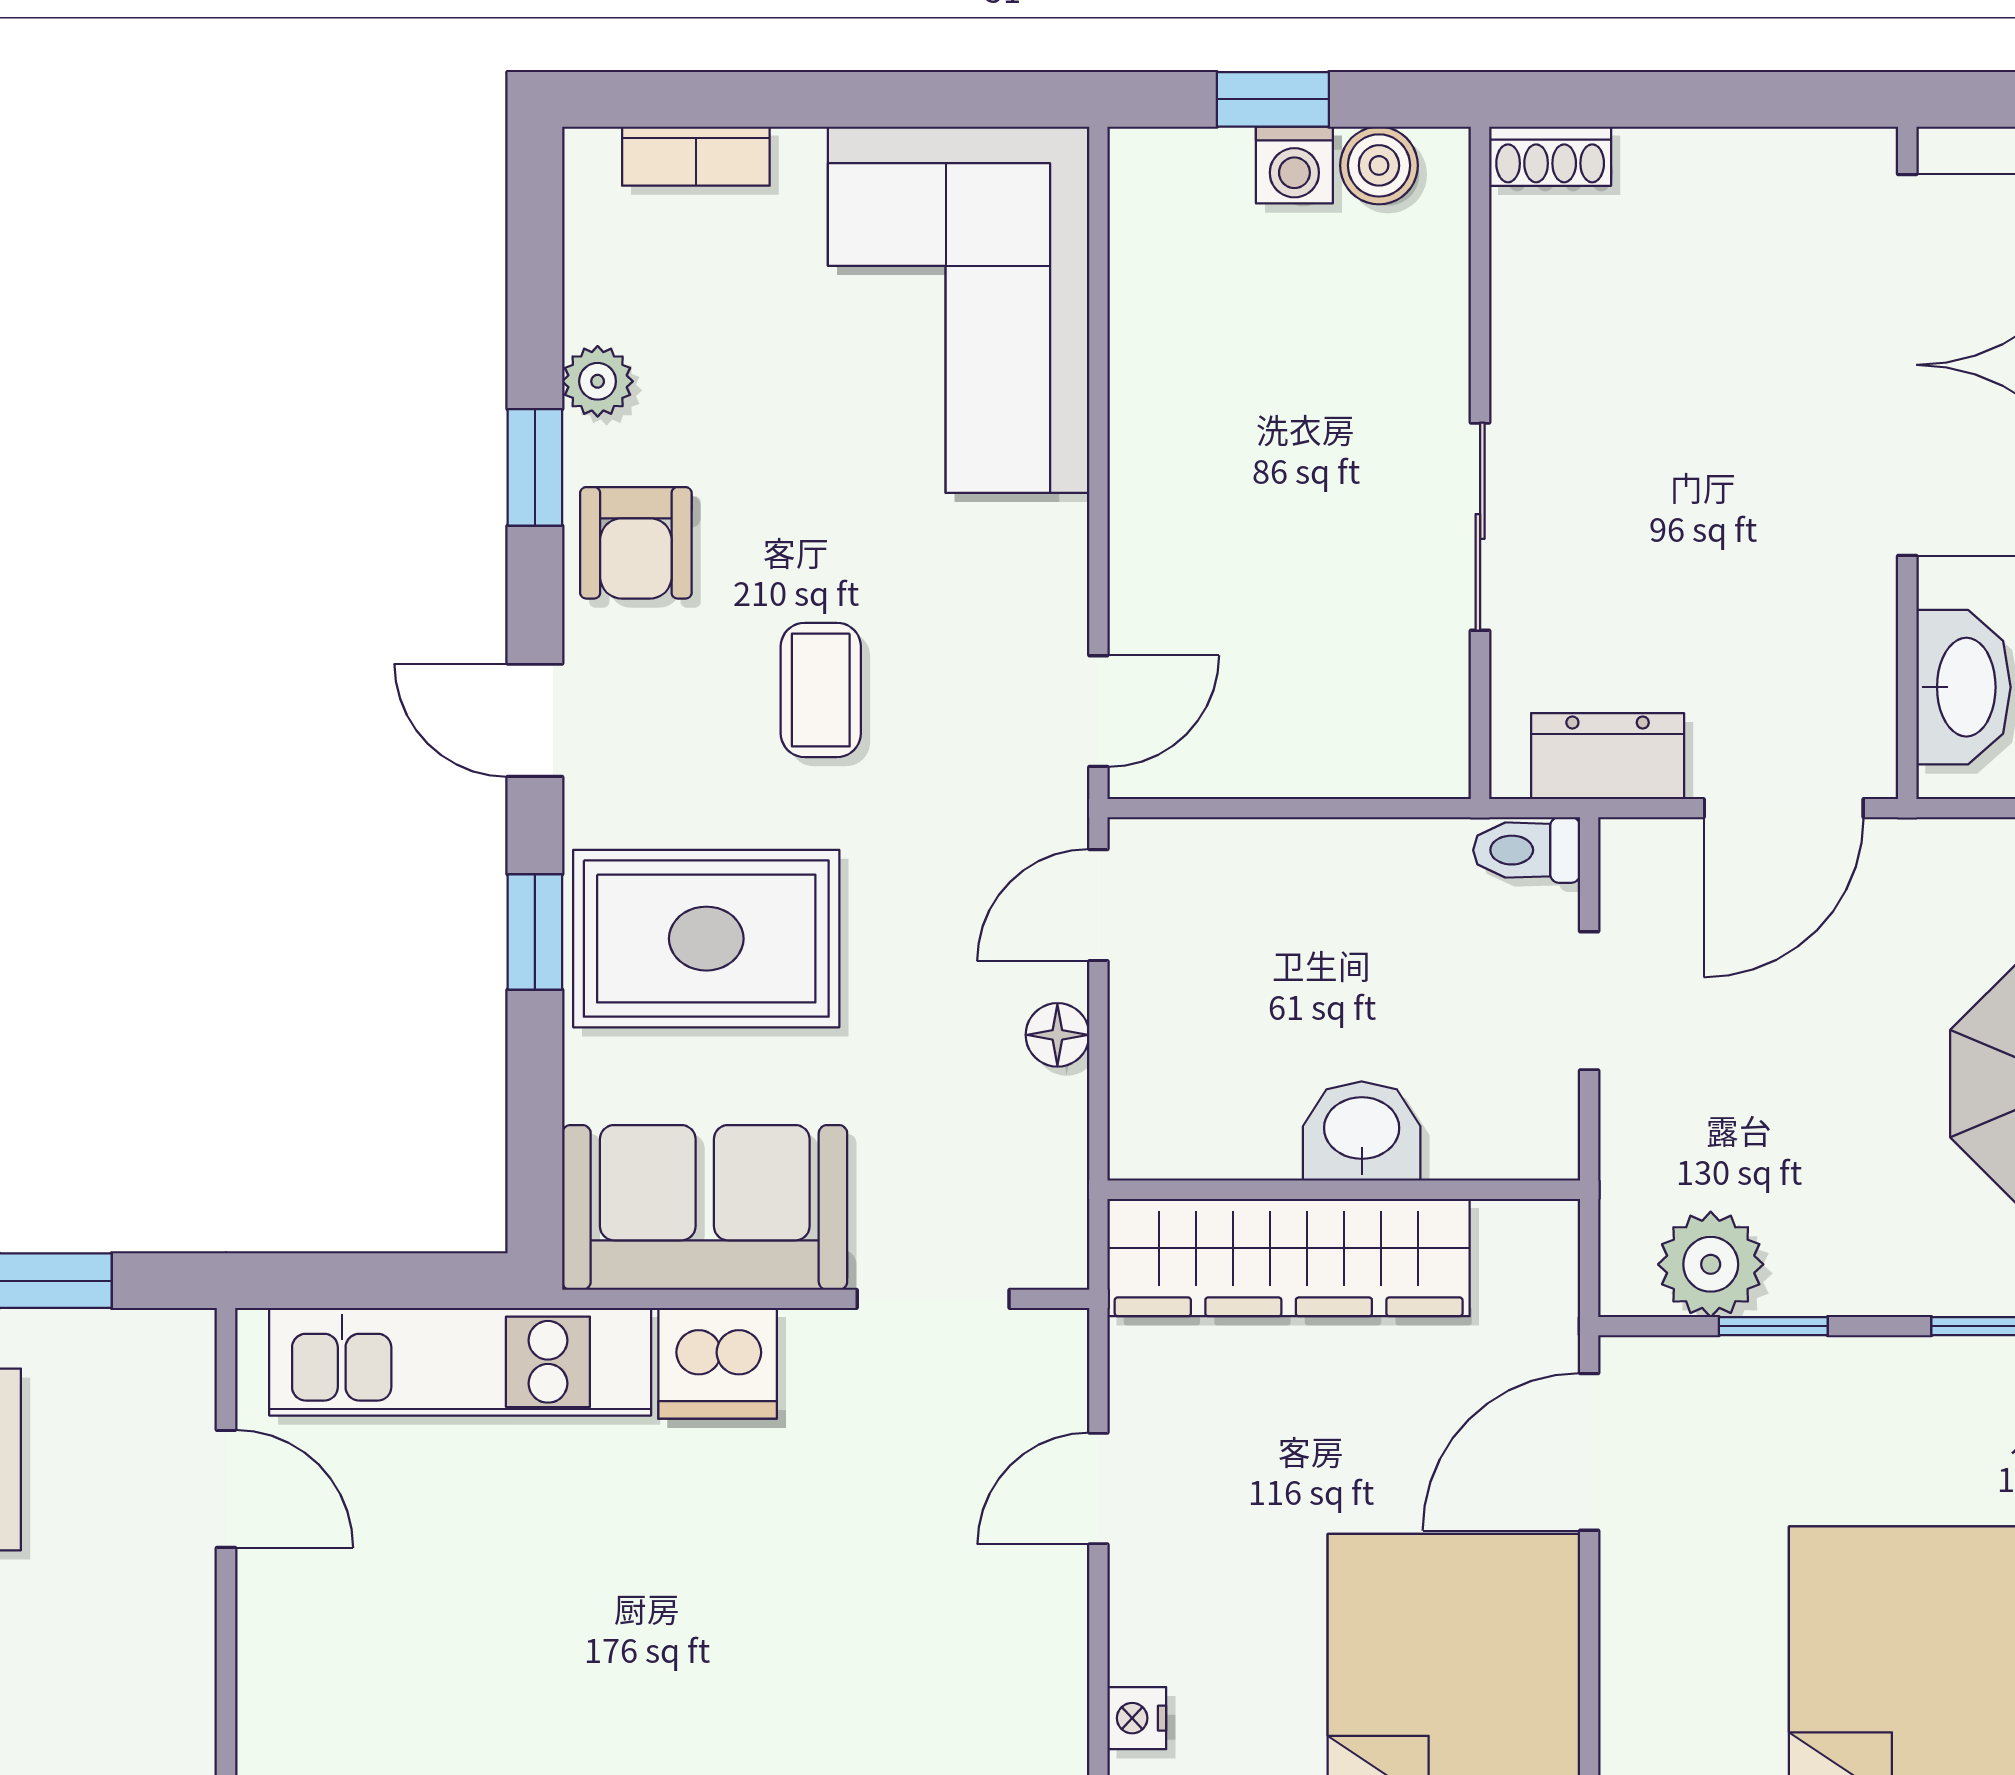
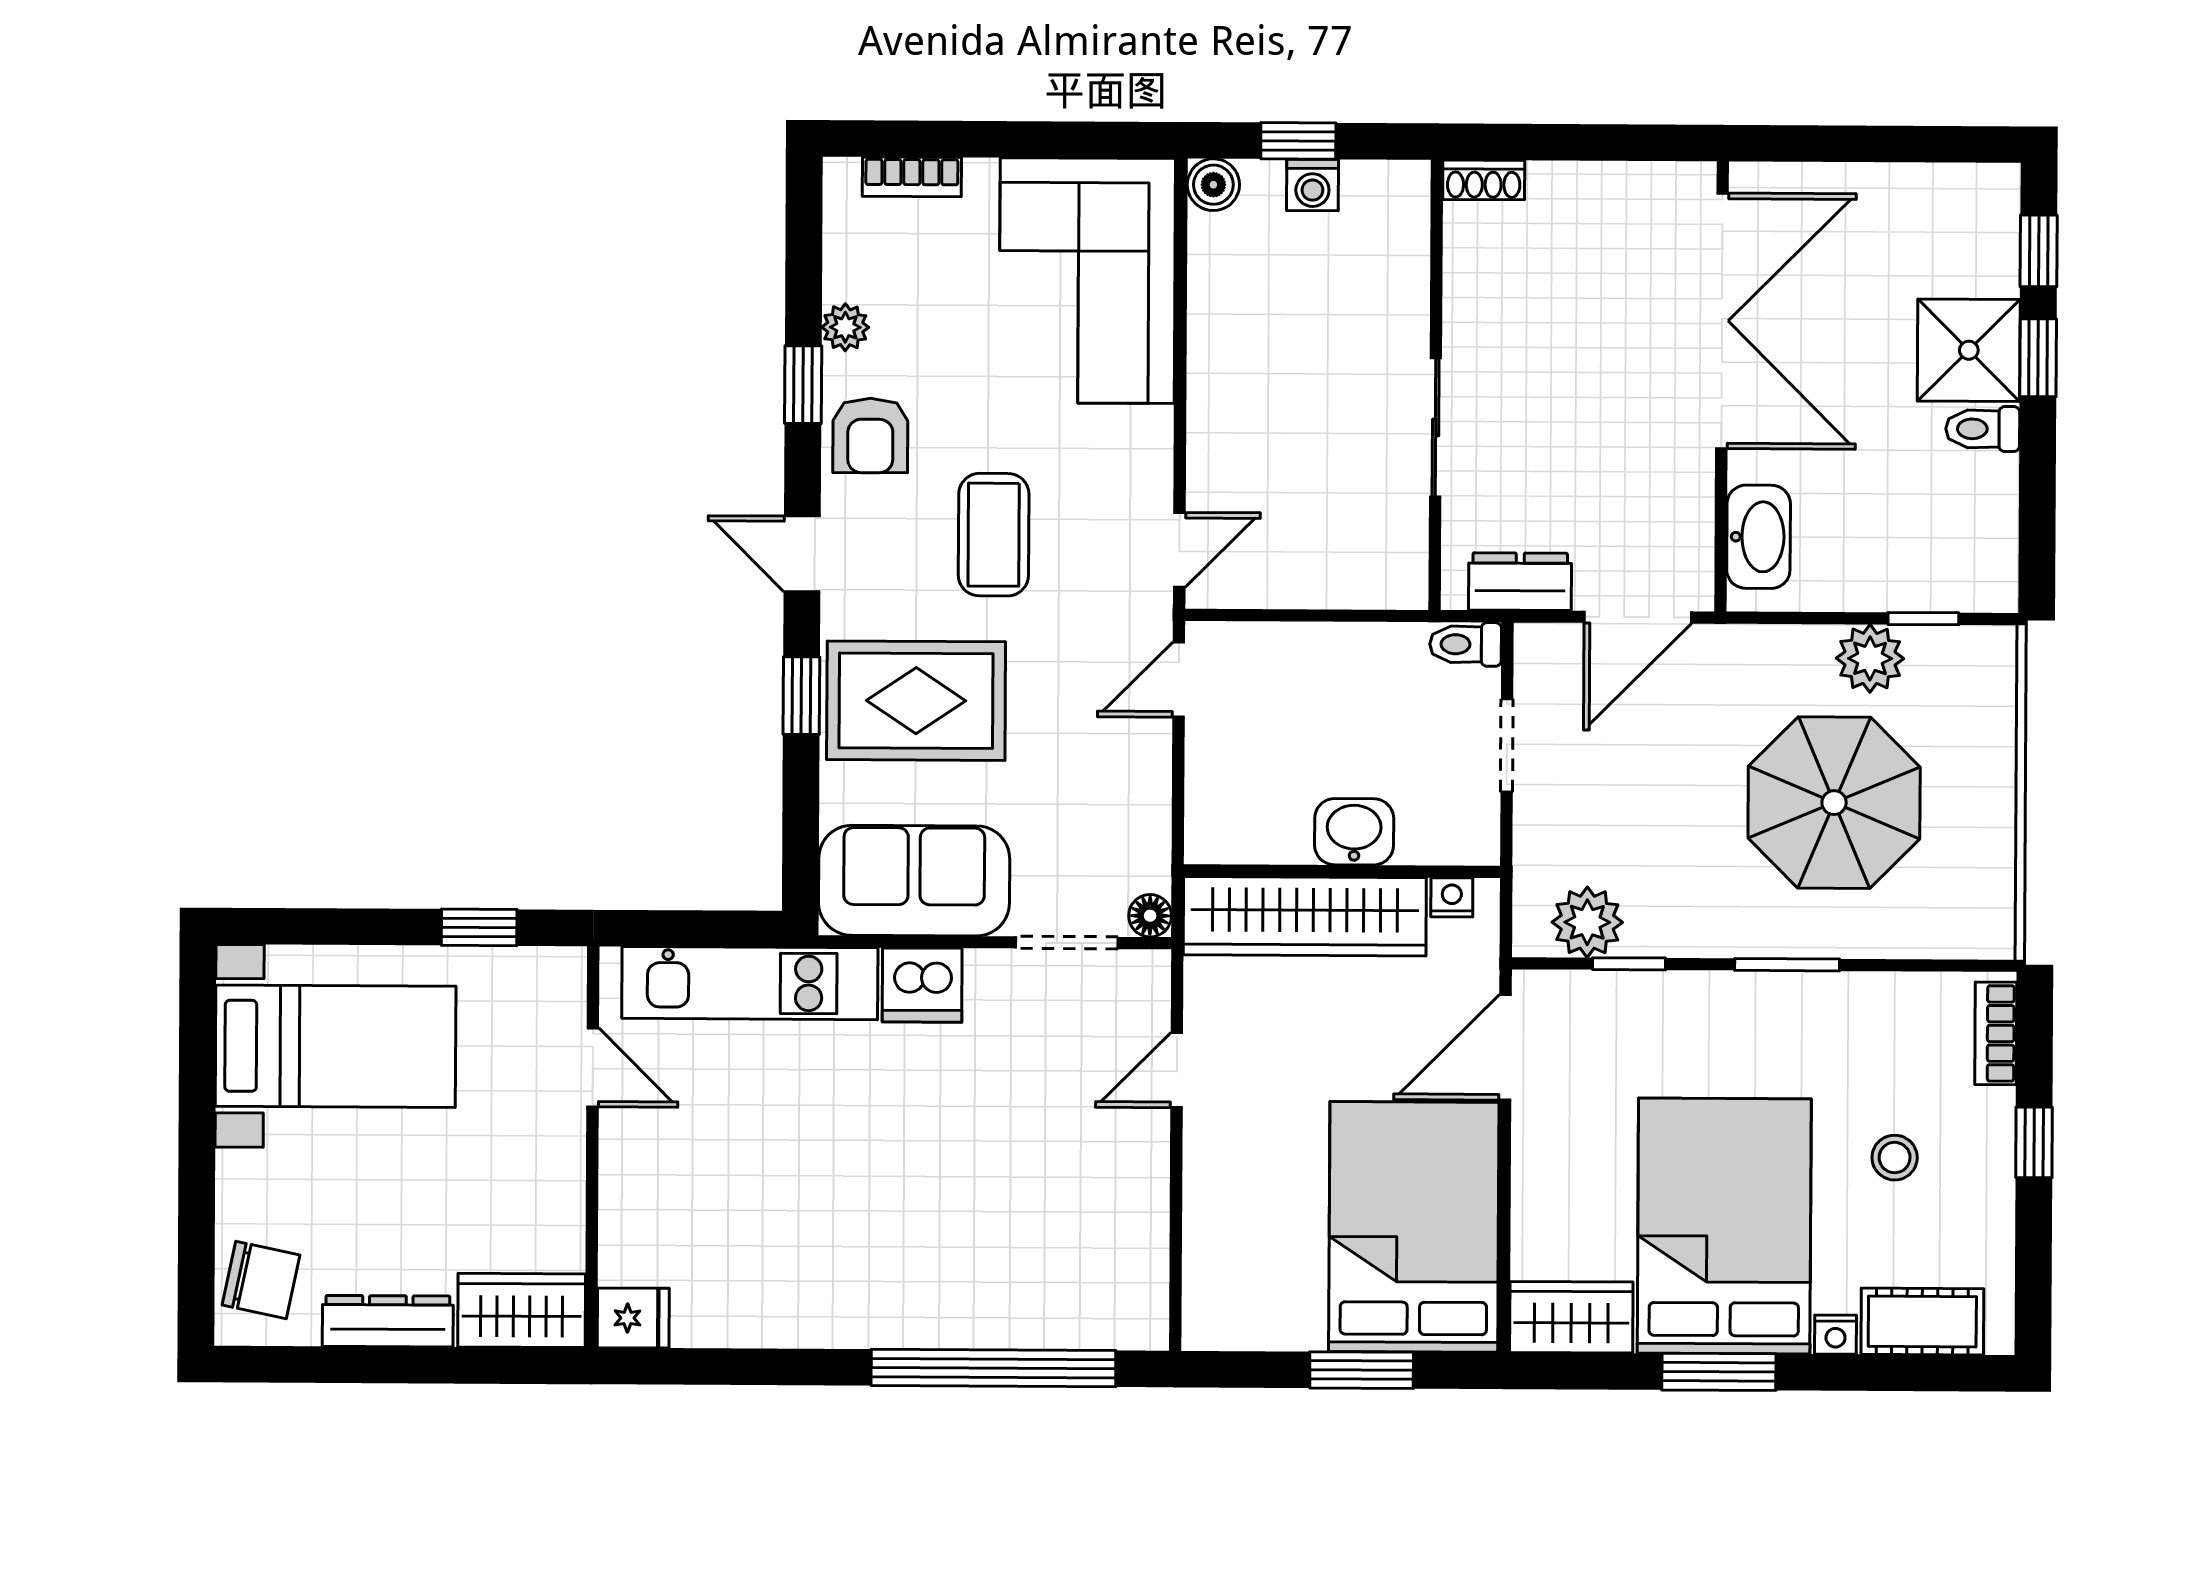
boiler: (1379, 165) -> (1213, 185), moved
coffee table: (821, 690) -> (994, 535), width x1.36, depth x1.30
floor lamp: (1057, 1035) -> (1150, 916), moved
nightstand: (1137, 1718) -> (1452, 897), moved, turned 90

